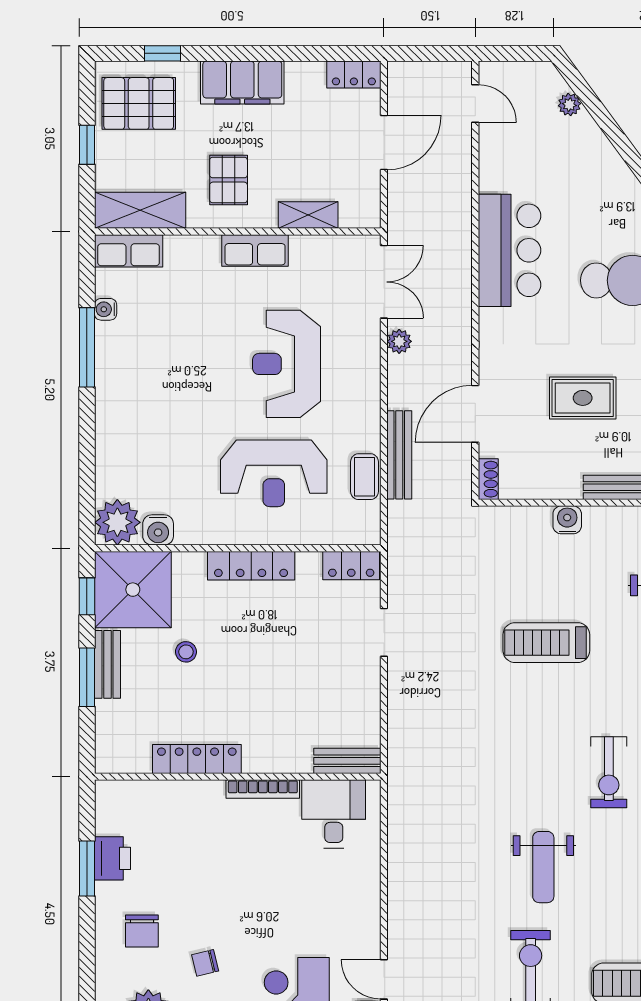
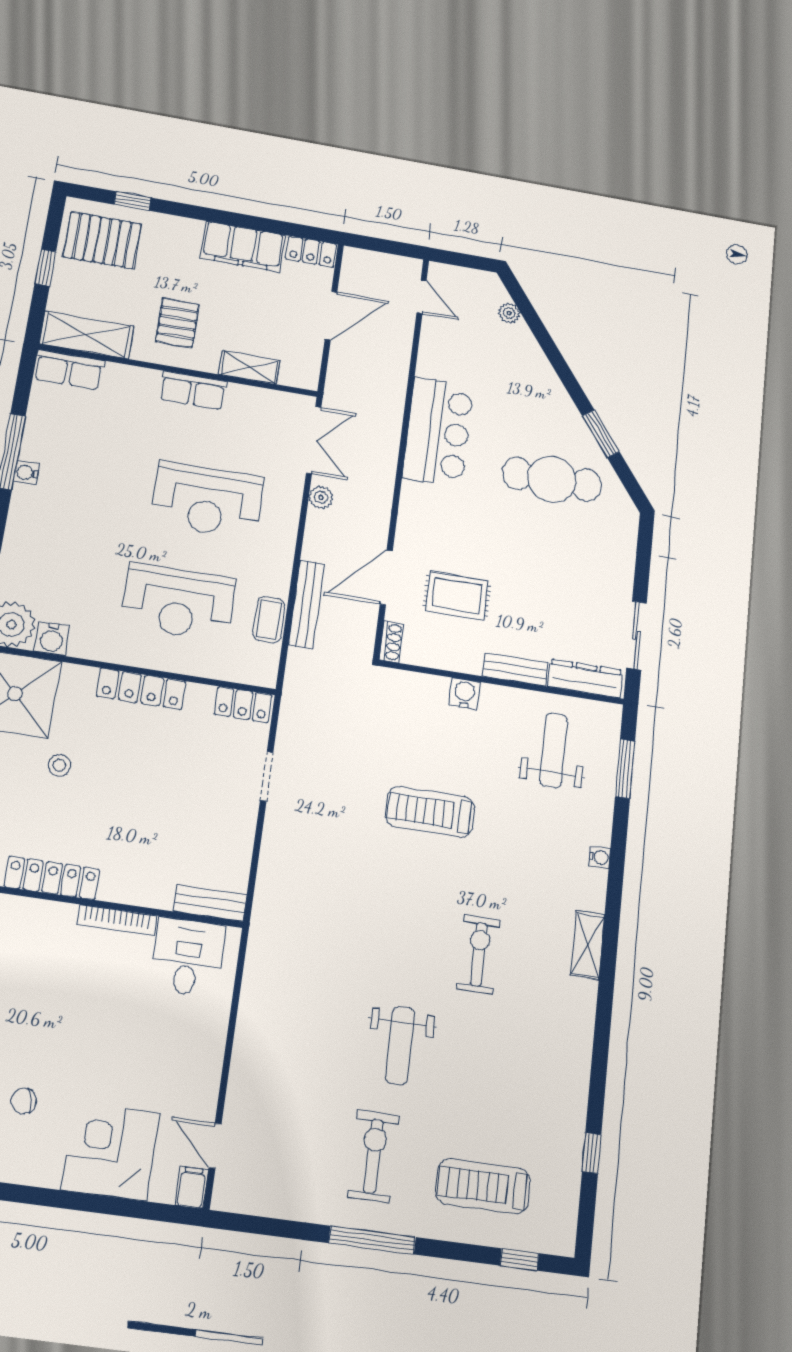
filing cabinet: (242, 83) -> (243, 247), moved
water cooler: (106, 309) -> (26, 473), moved
reception desk: (287, 364) -> (207, 500), turned -90
rug: (583, 398) -> (457, 596), moved
exercise bike: (609, 772) -> (479, 954), turned 180

